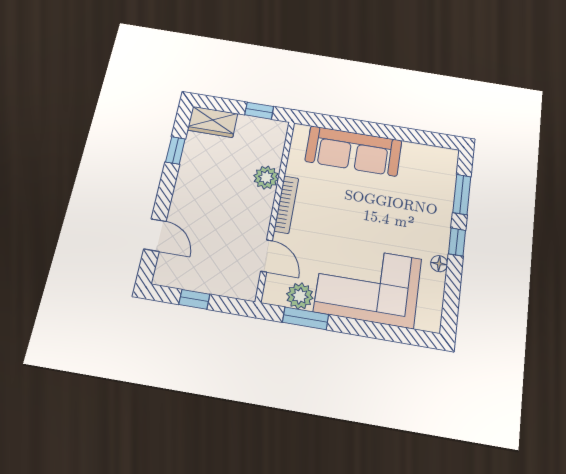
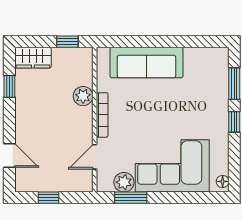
door: (267, 256) -> (95, 157), swing flipped
floor lamp: (439, 264) -> (223, 181), moved

